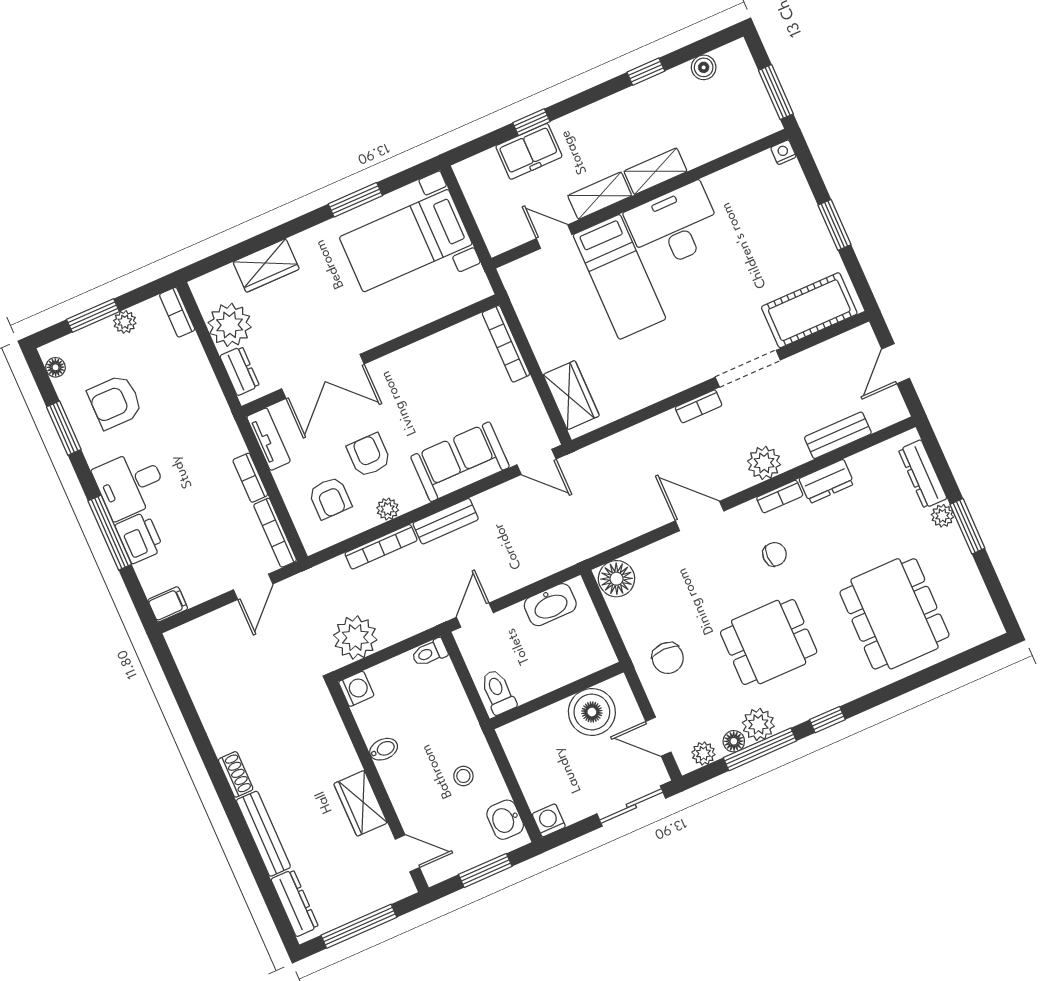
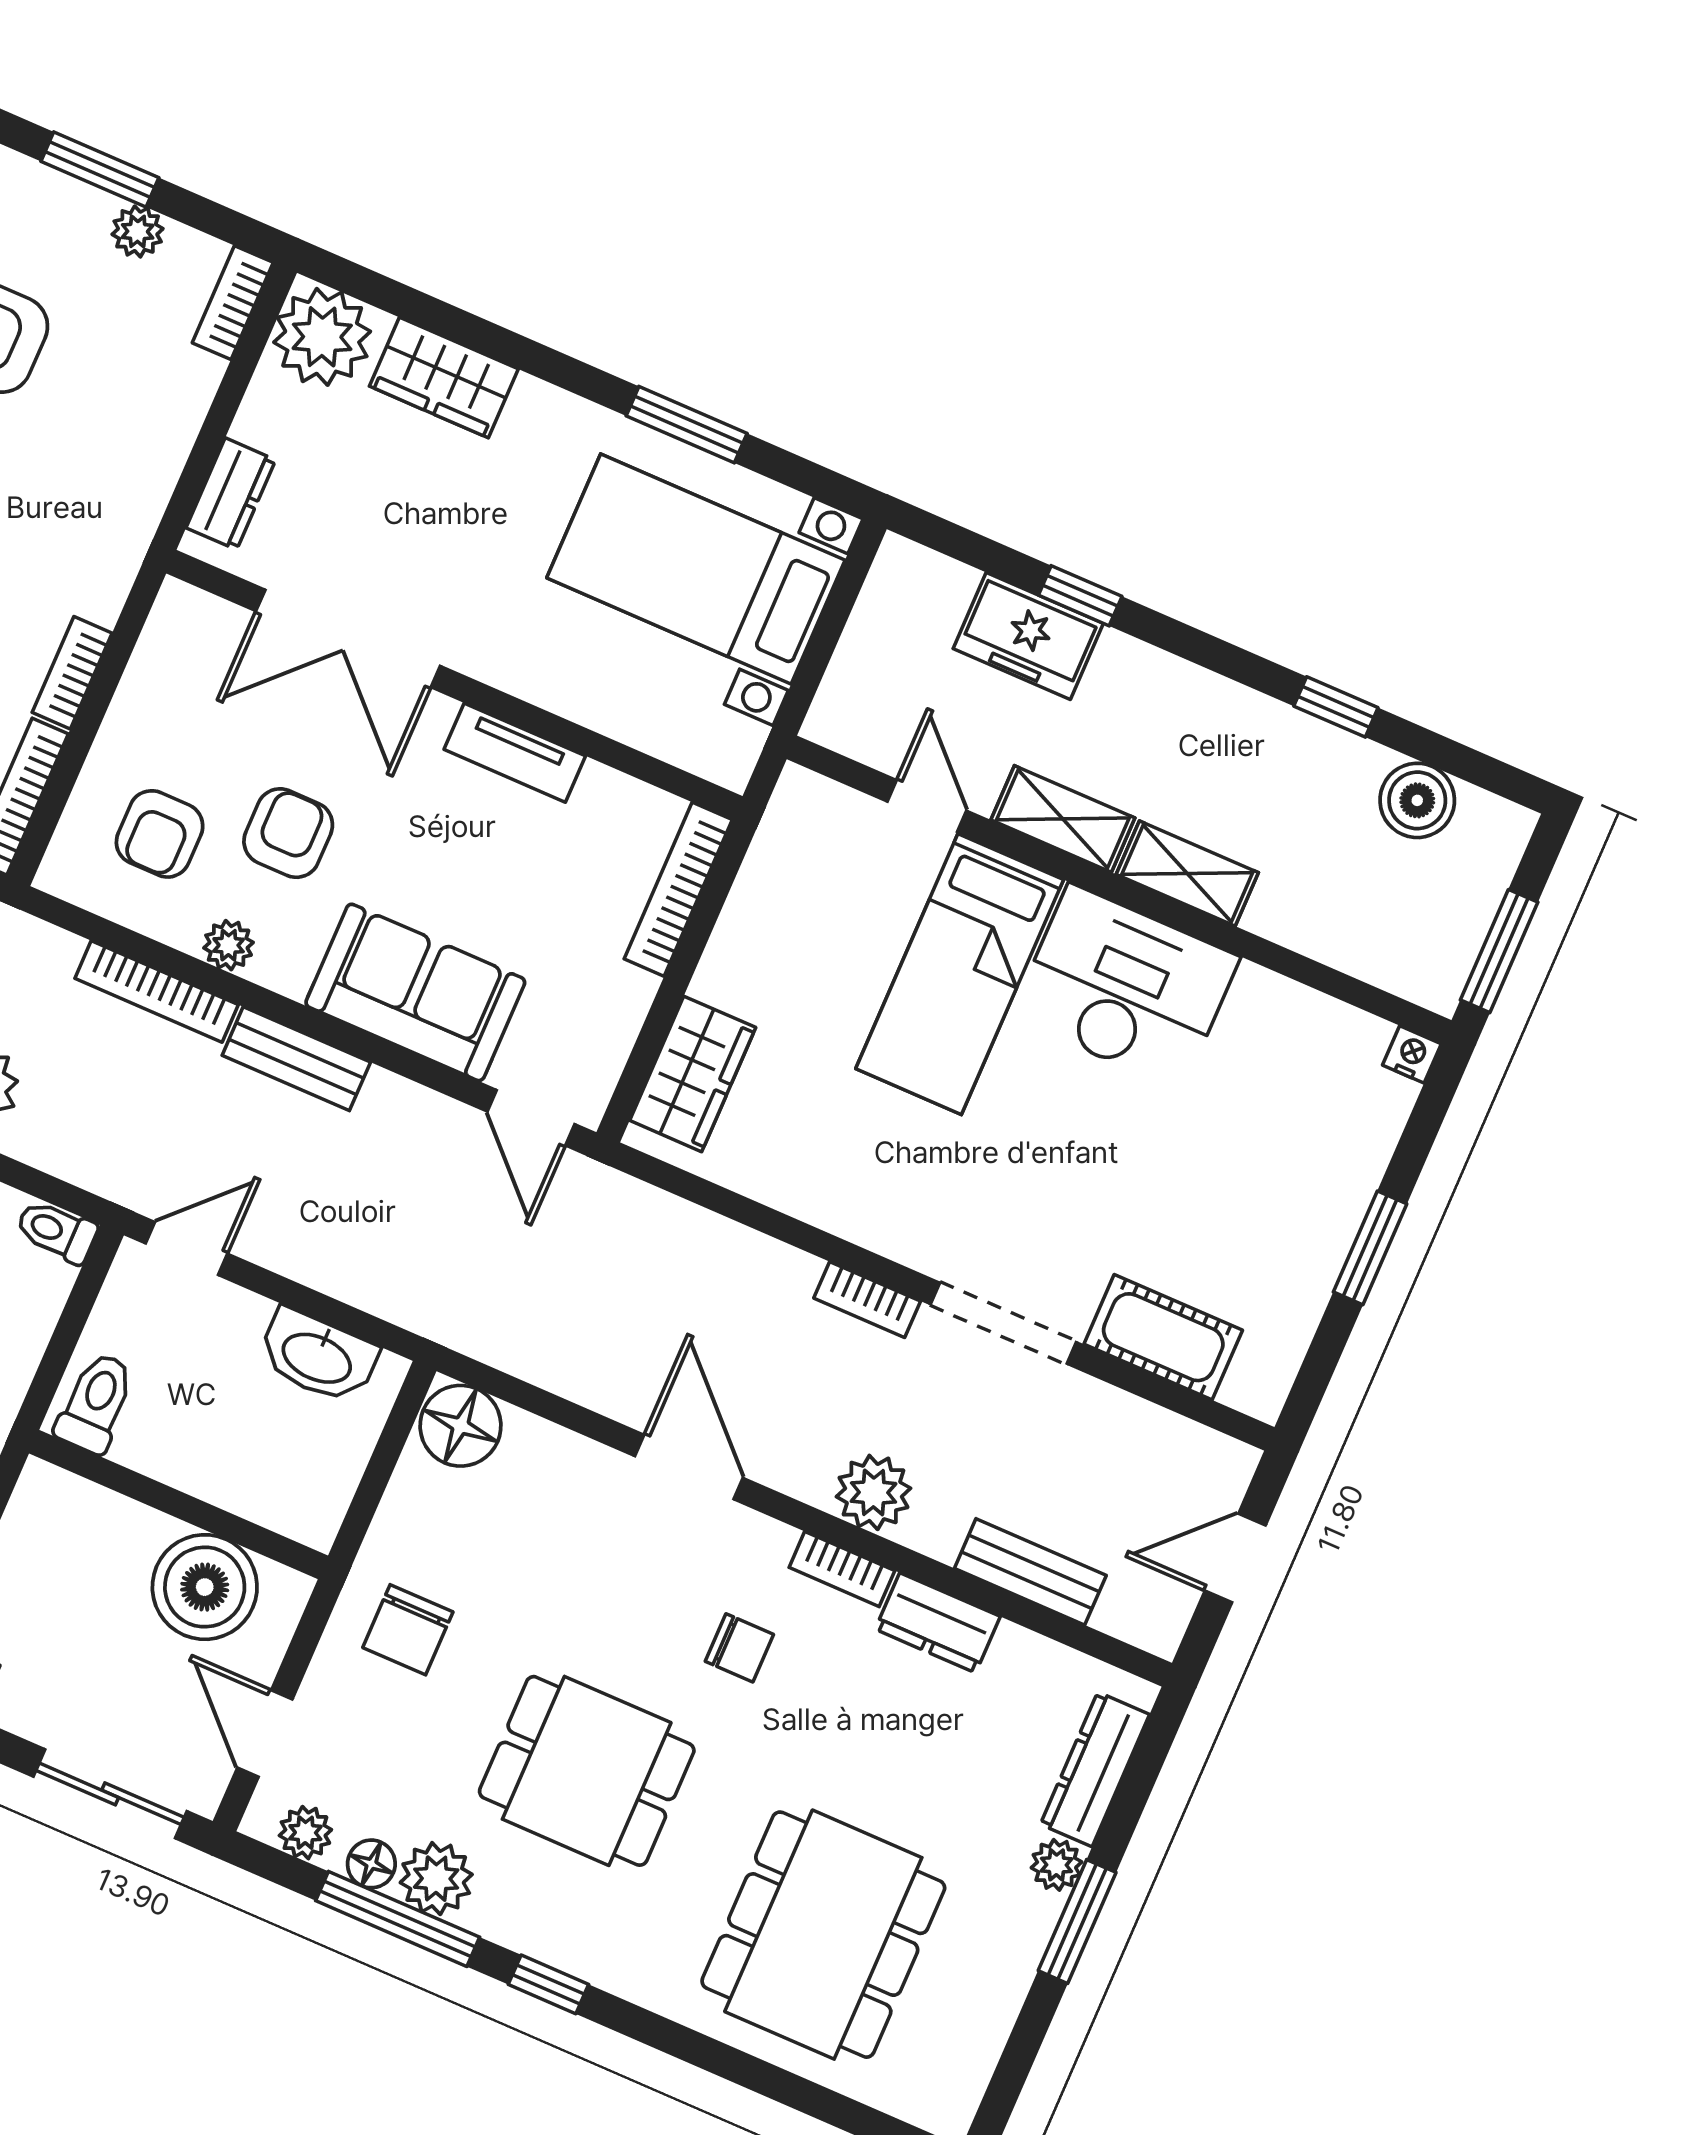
boiler: (704, 67) -> (1417, 800), width x1.36, depth x1.36
cot: (809, 310) -> (1163, 1337), width x0.73, depth x0.75
plant: (230, 325) -> (322, 337), moved
tv unit: (269, 439) -> (515, 753), moved, turned 90

